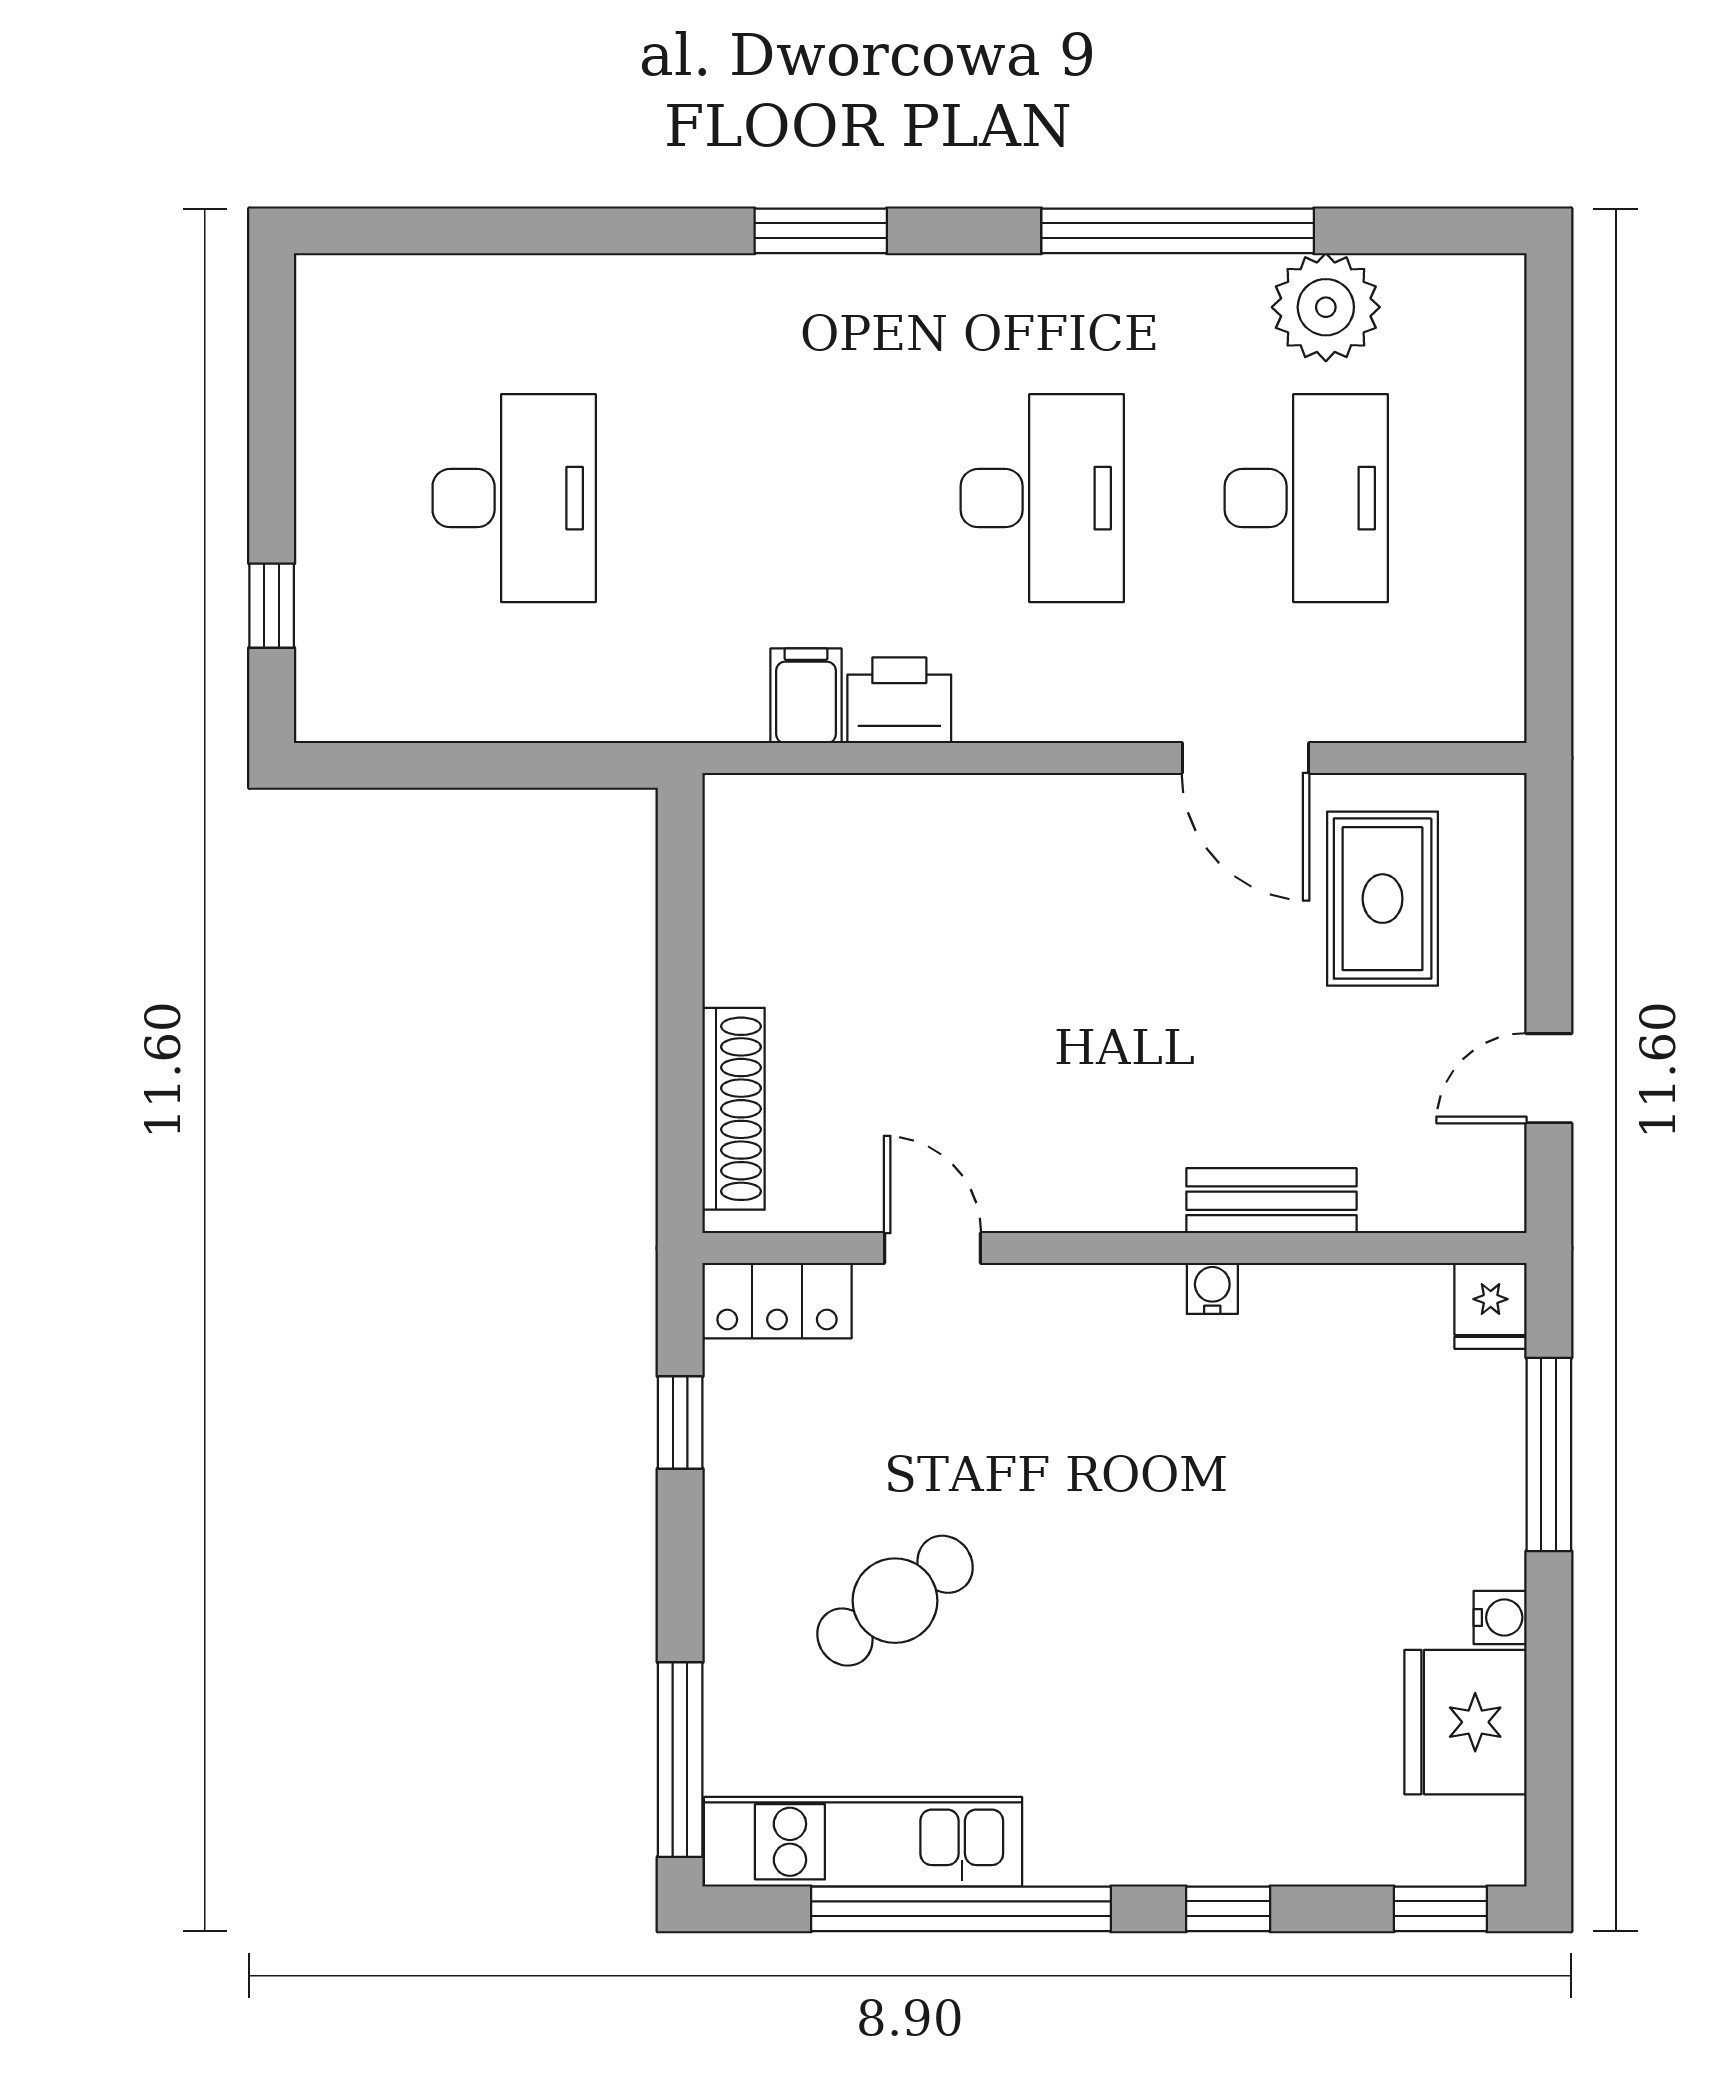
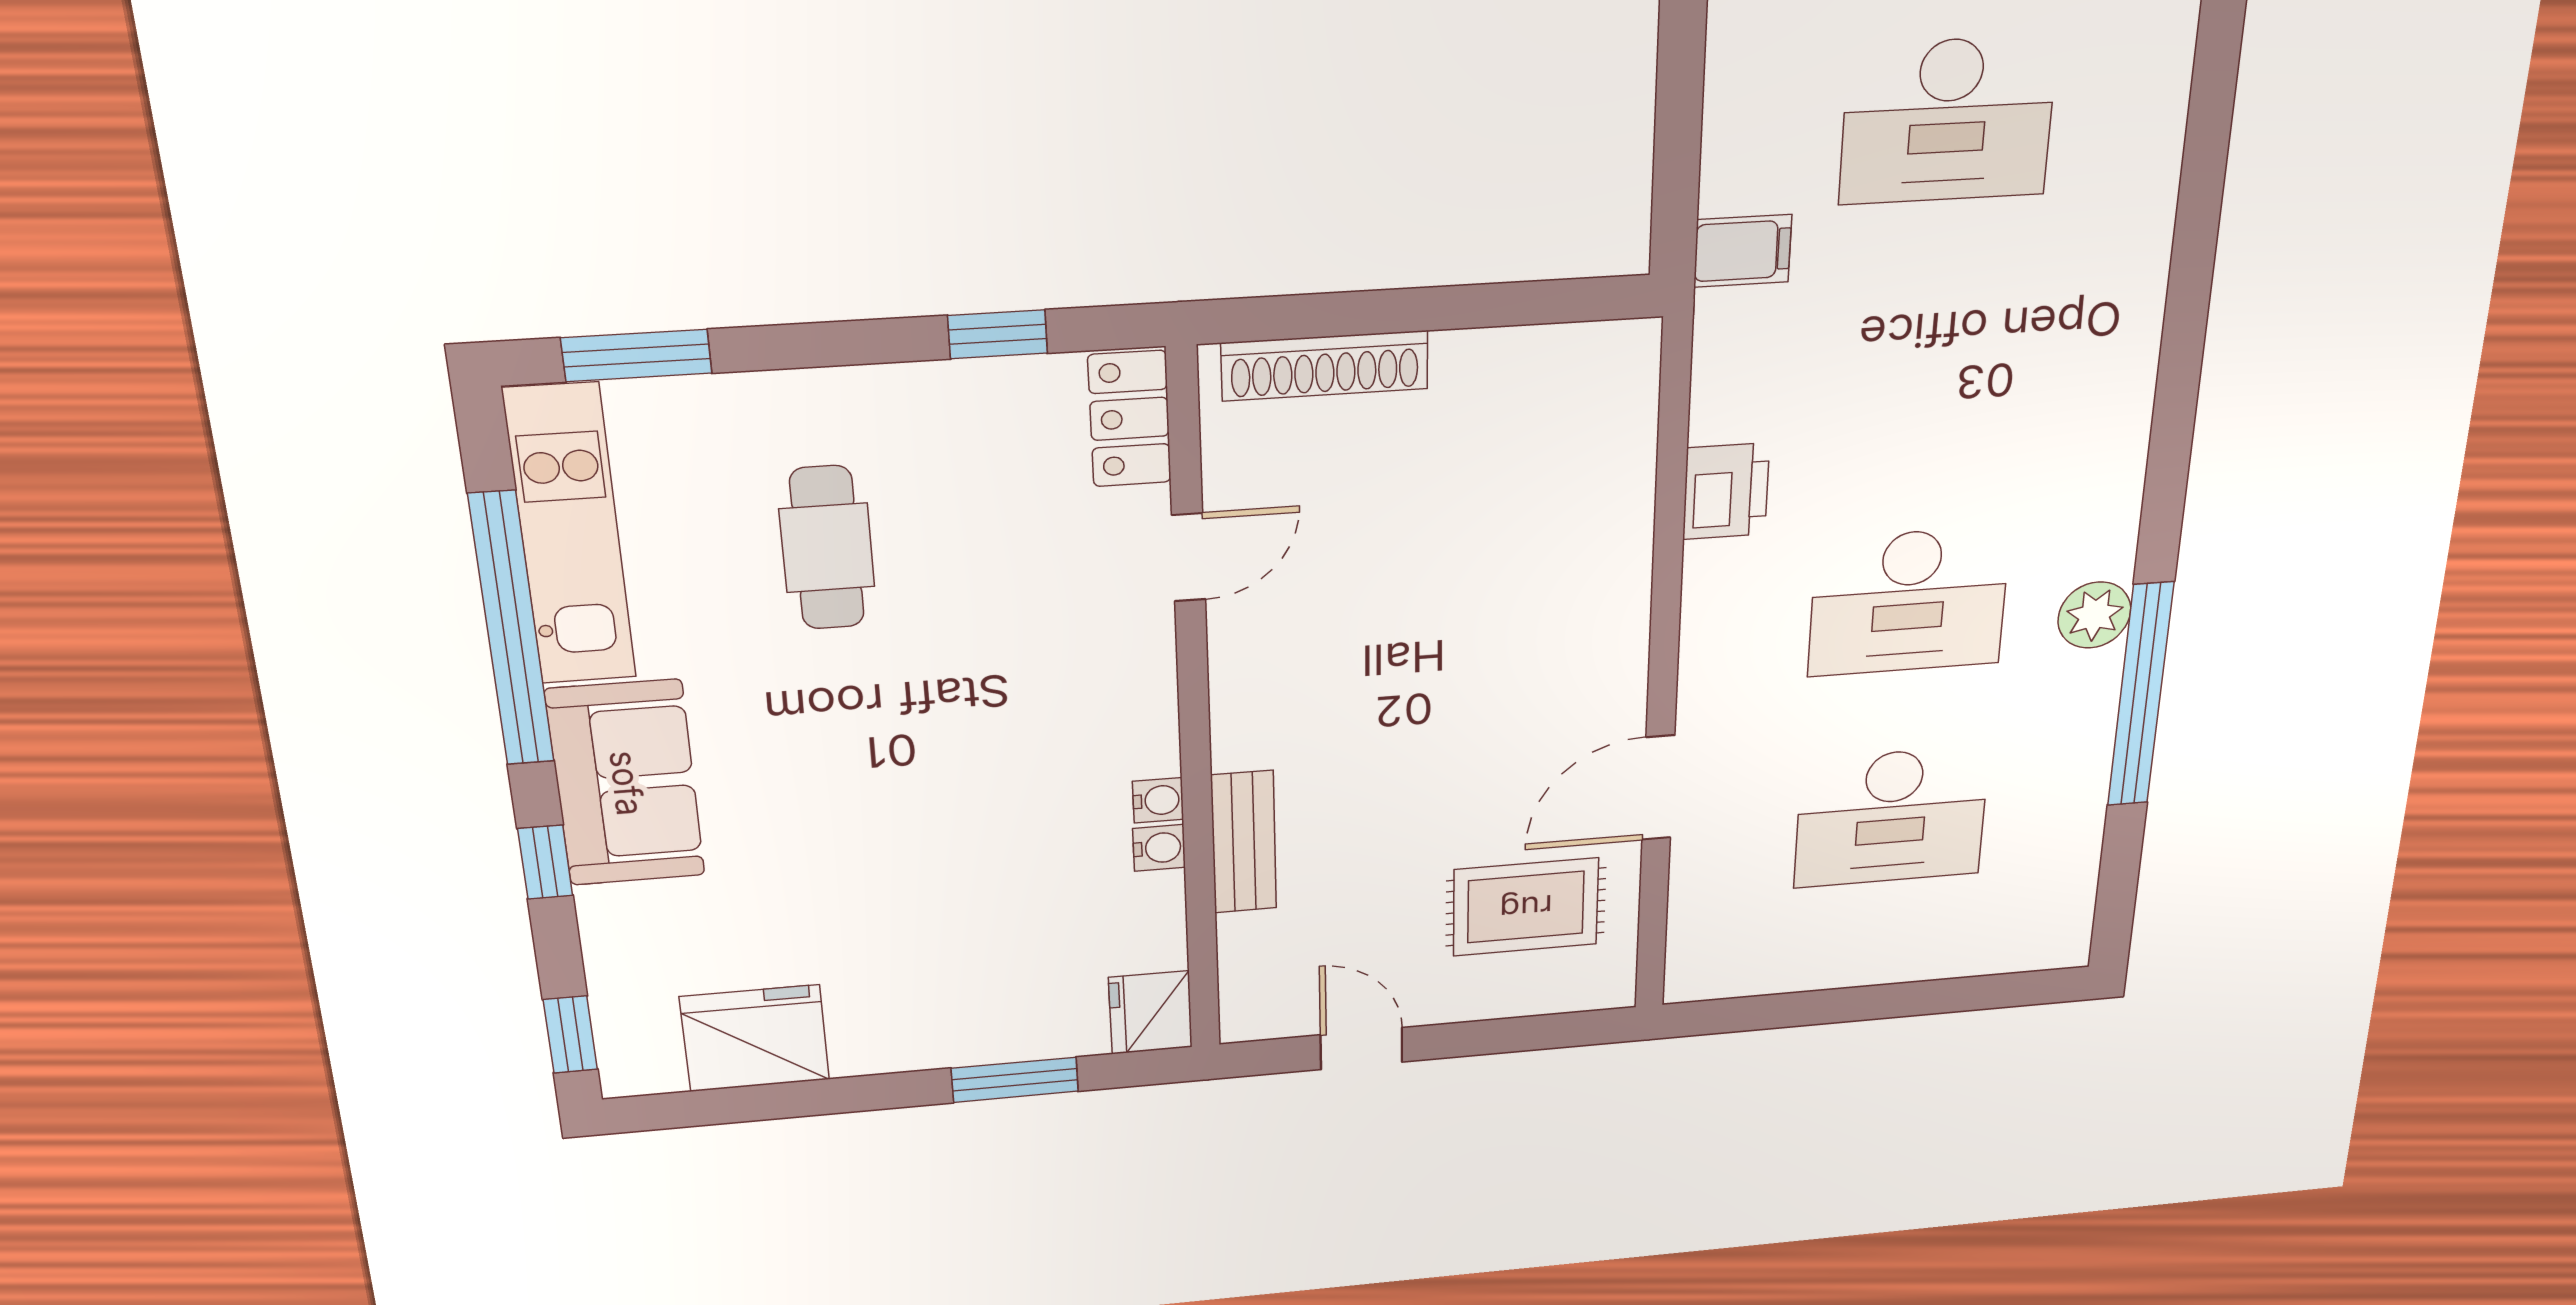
window: (821, 231) -> (2177, 392), removed
plant: (1326, 307) -> (2094, 615), moved, width x0.73, depth x0.73
filing cabinet: (806, 696) -> (1743, 251), moved
fridge: (1491, 1306) -> (1151, 1012), width x1.38
window: (1549, 1455) -> (1015, 1080), width x0.69
cafe table: (895, 1601) -> (827, 548), turned 36
water cooler: (1500, 1618) -> (1159, 848), moved, turned -90
window: (680, 1760) -> (637, 356), width x0.69
sofa: (1143, 1820) -> (626, 783), added

